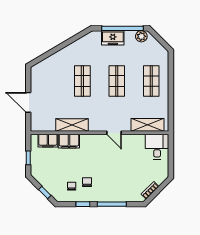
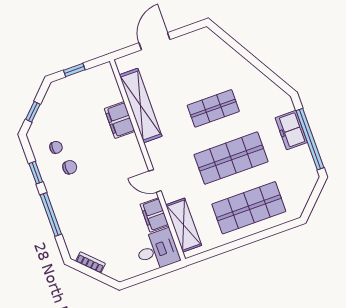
plant: (141, 36) -> (308, 170), removed
shop shelf: (117, 81) -> (231, 158), width x1.43, depth x1.36
shop shelf: (151, 81) -> (249, 208), width x1.43, depth x1.36
shelving: (72, 125) -> (141, 105), width x1.47
door: (114, 133) -> (155, 181), hinge flipped
filing cabinet: (48, 141) -> (154, 215), moved

